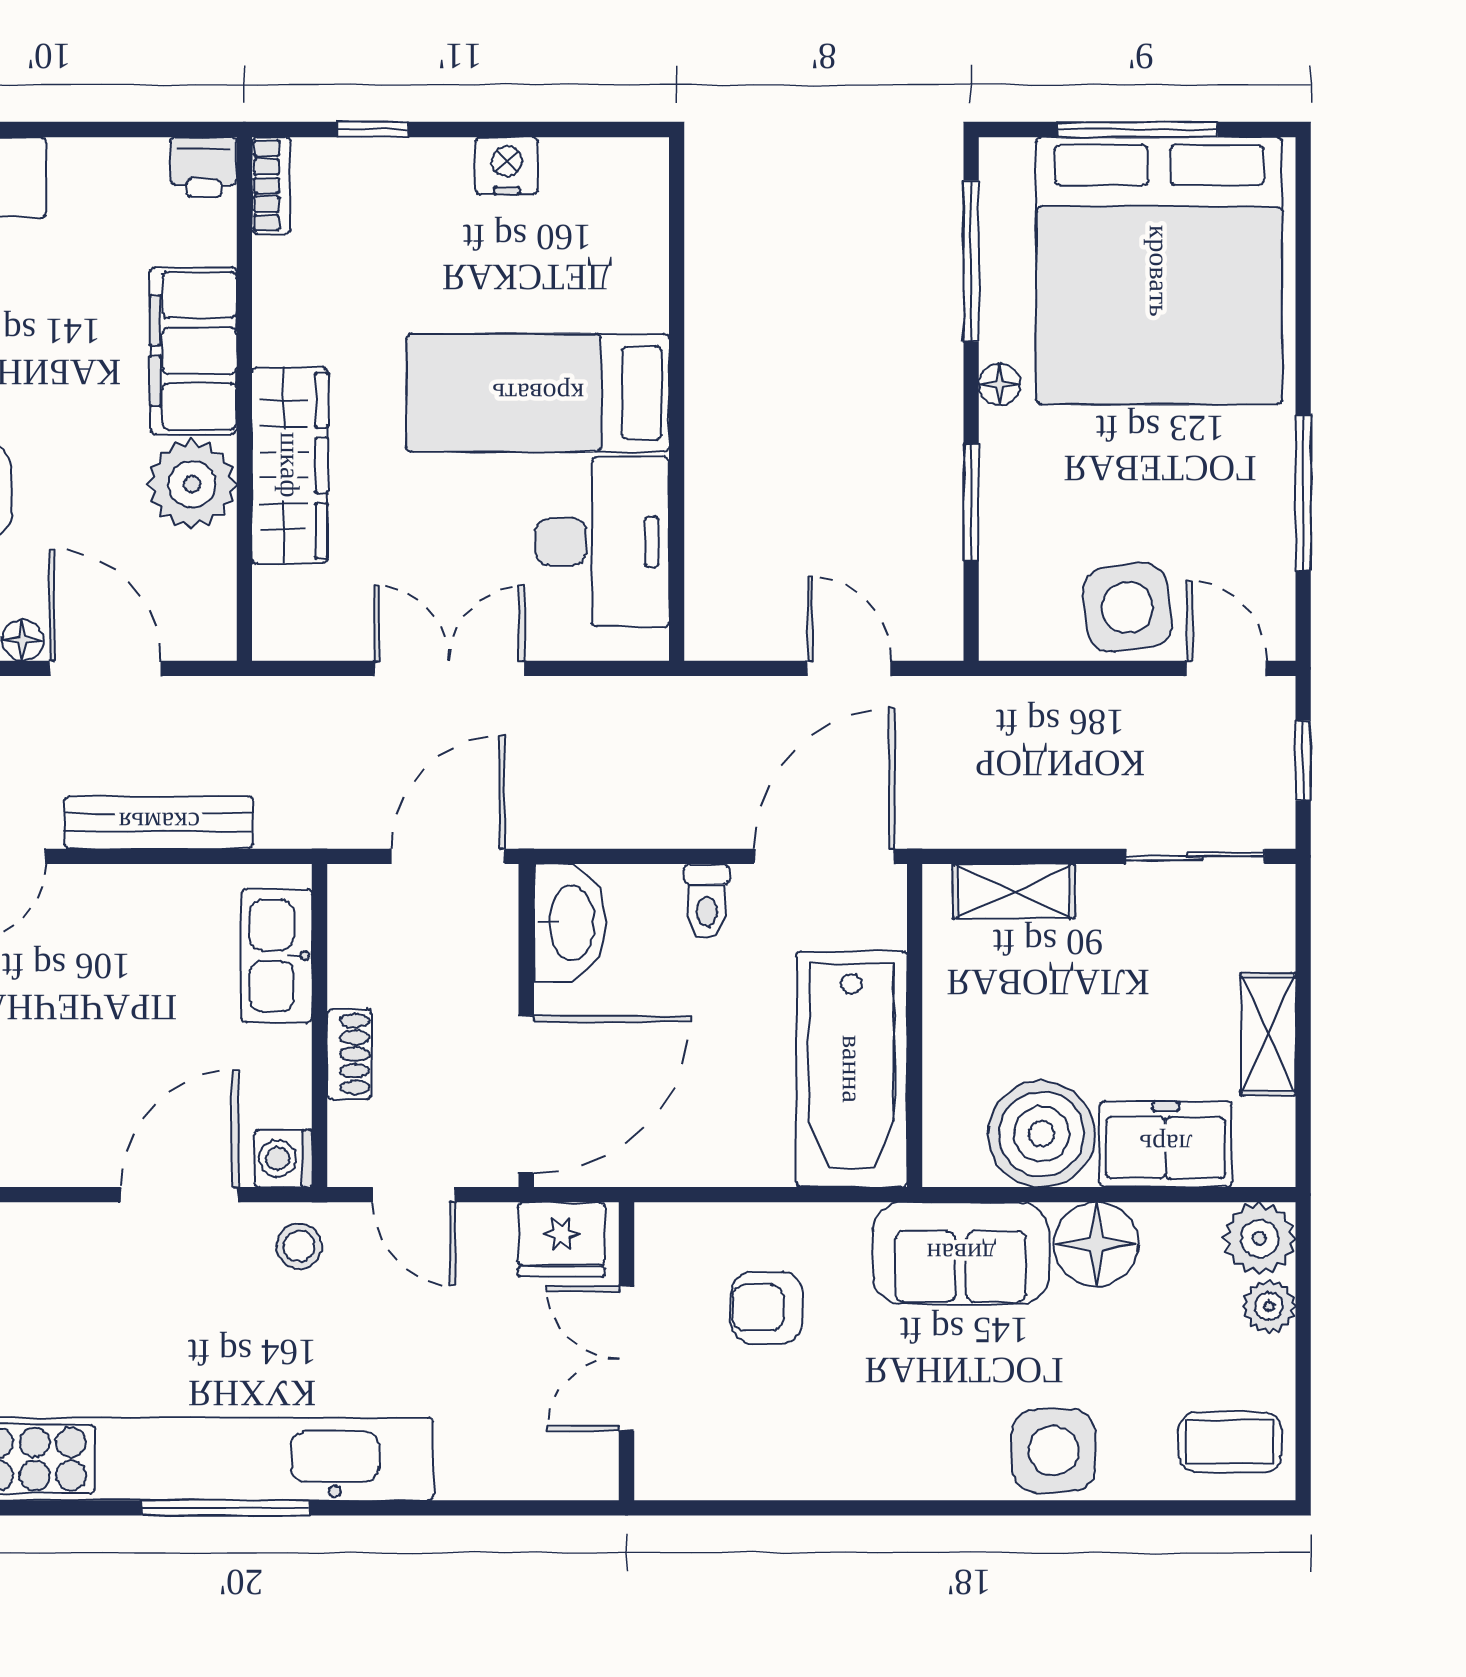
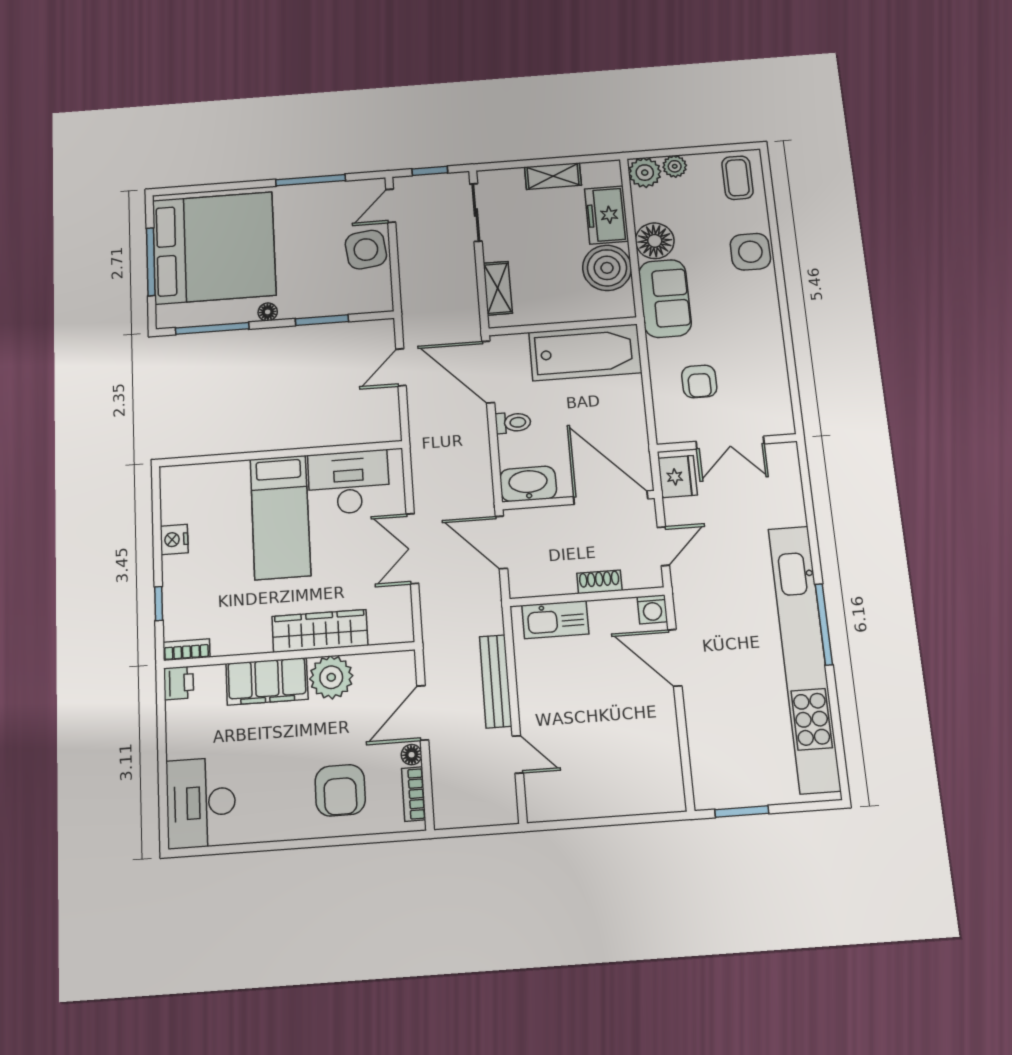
stool: (299, 1246) -> (694, 599), removed

